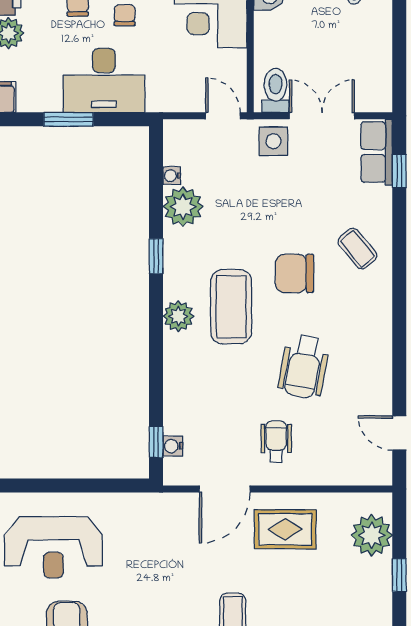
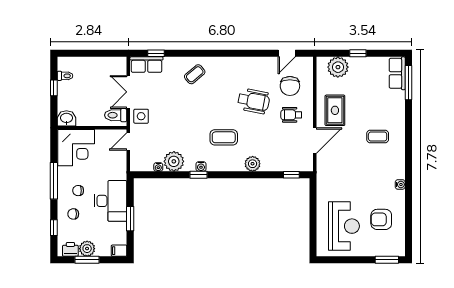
chair: (295, 273) -> (290, 86), moved
coffee table: (231, 307) -> (224, 137), width x0.73, depth x0.76
plant: (178, 316) -> (253, 164), moved
water cooler: (173, 446) -> (201, 166), moved
door: (225, 489) -> (315, 141), hinge flipped

